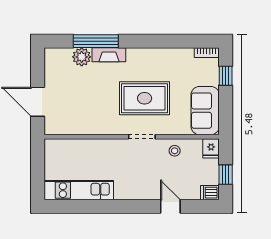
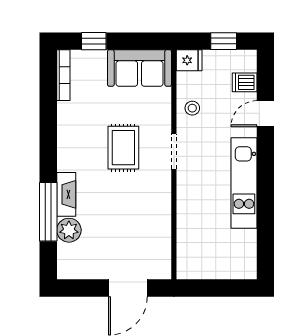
bookcase: (207, 53) -> (63, 75), width x1.56
rug: (145, 98) -> (123, 148), width x0.73, depth x0.70
kitchen unit: (79, 190) -> (244, 183), moved
dishwasher: (210, 193) -> (245, 82), moved, turned 90

